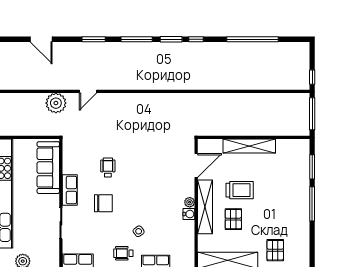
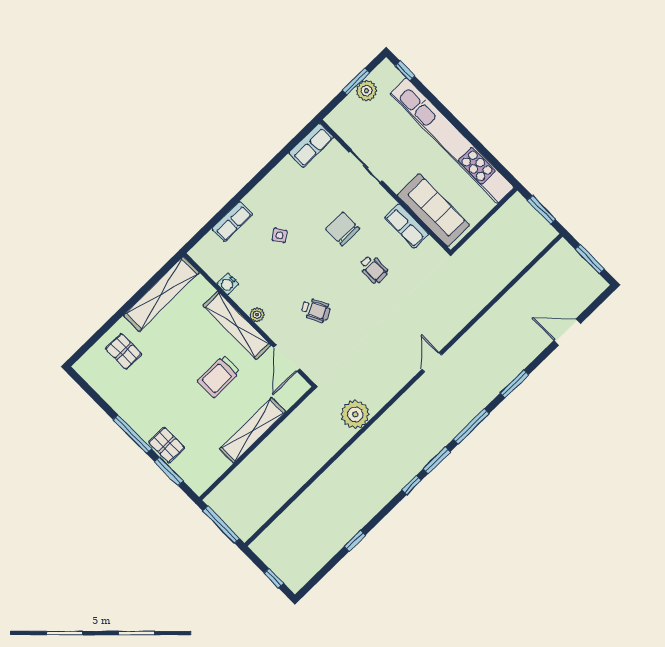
window: (252, 39) -> (355, 541), width x0.32
window: (312, 77) -> (274, 578), moved
door: (88, 91) -> (432, 362), moved
plant: (56, 103) -> (355, 414), moved
row of seats: (70, 190) -> (407, 226), moved
chair: (103, 203) -> (343, 229), turned 90
water cooler: (189, 214) -> (228, 284), moved
pallet: (233, 219) -> (167, 445), moved
wheelchair: (123, 253) -> (315, 310), moved, turned 63

